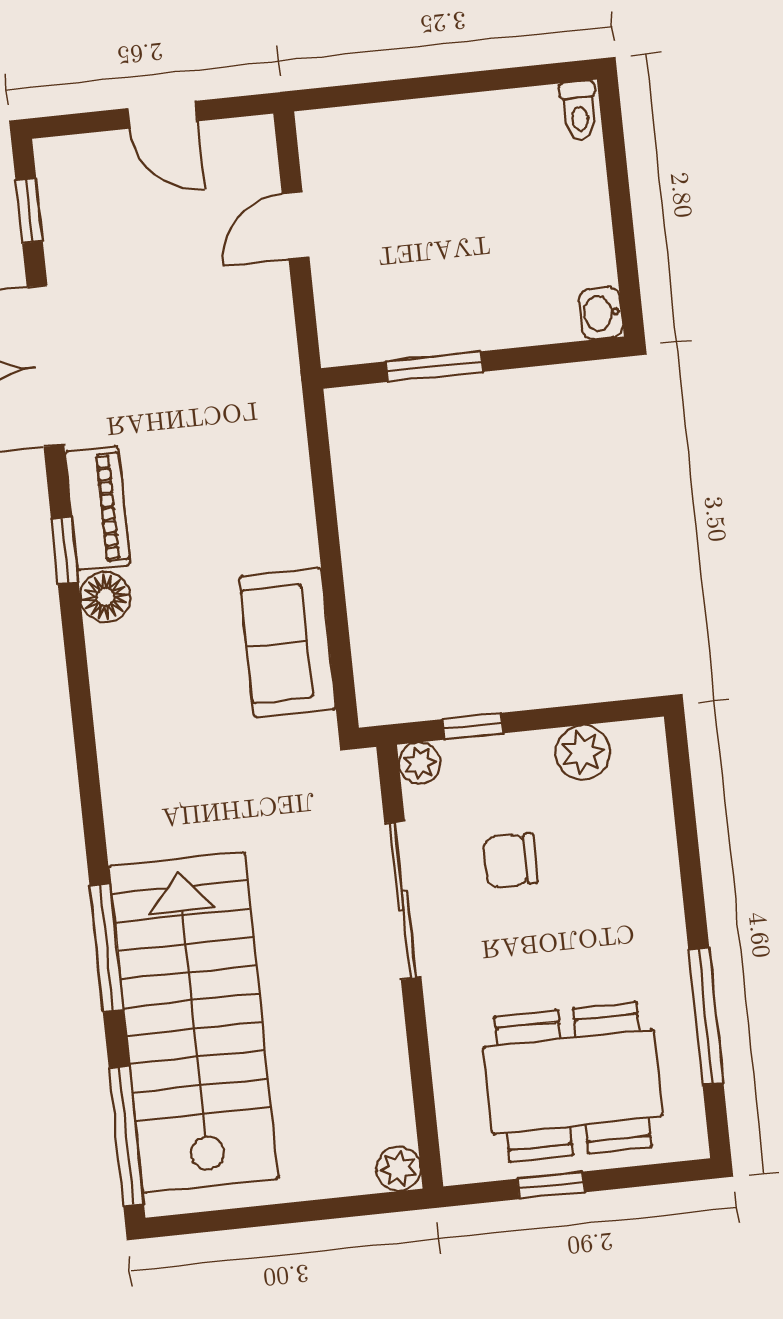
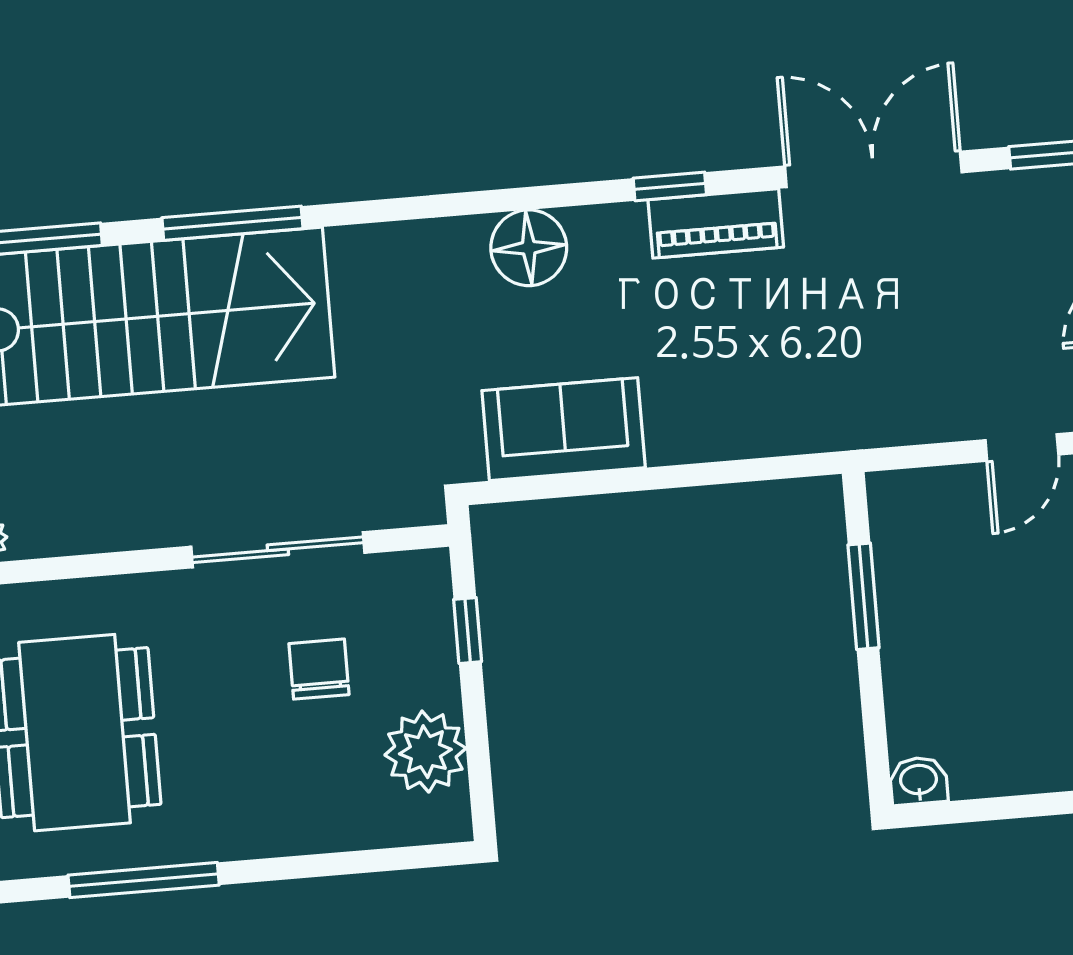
door: (296, 225) -> (1022, 447), swing flipped
floor lamp: (105, 597) -> (529, 248), moved, width x1.38, depth x1.38
plant: (583, 752) -> (425, 752), width x1.36, depth x1.36
plant: (420, 763) -> (428, 571), removed

